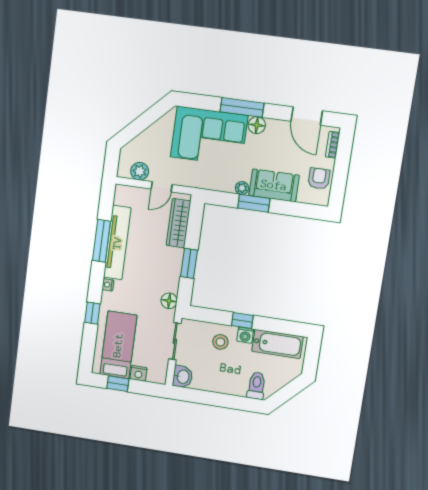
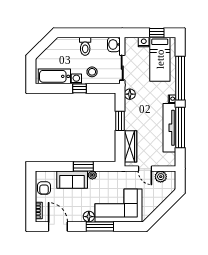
door: (162, 187) -> (145, 169), swing flipped
window: (101, 241) -> (180, 127), width x1.46
window: (92, 313) -> (180, 78), width x3.17
toilet: (256, 386) -> (85, 46), moved

